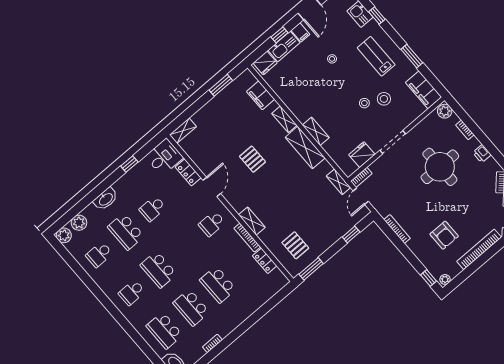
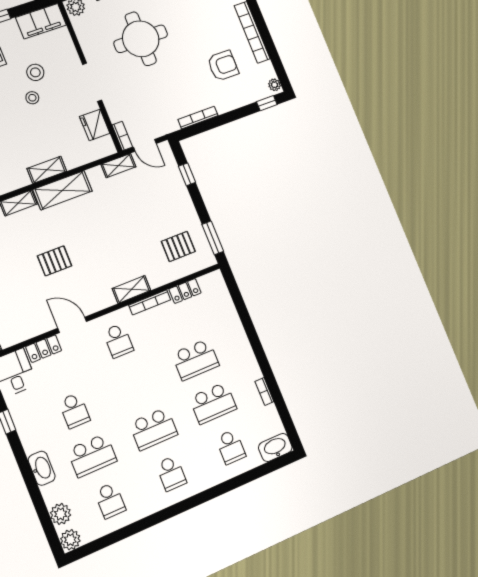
school desk: (164, 331) -> (231, 447), width x0.54

